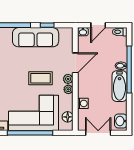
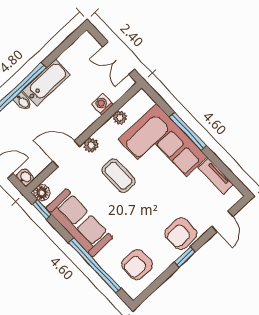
window: (47, 25) -> (42, 209), moved
plant: (68, 89) -> (120, 117), moved
floor lamp: (68, 117) -> (42, 193), moved
washbasin: (121, 121) -> (83, 46), removed
window: (30, 133) -> (188, 131), width x0.68

